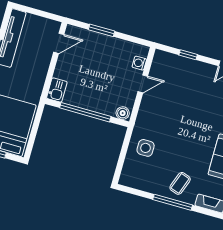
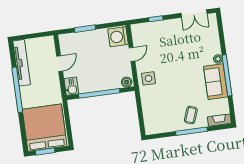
door: (59, 43) -> (60, 64), moved
washing machine: (139, 63) -> (118, 37), width x1.89, depth x1.89
side table: (146, 148) -> (148, 78), moved

